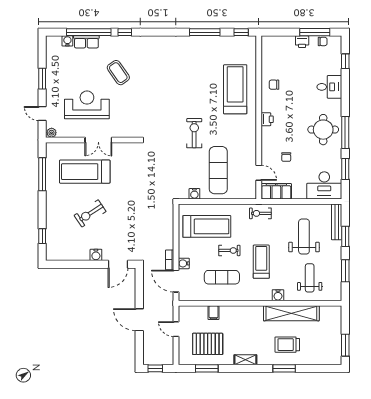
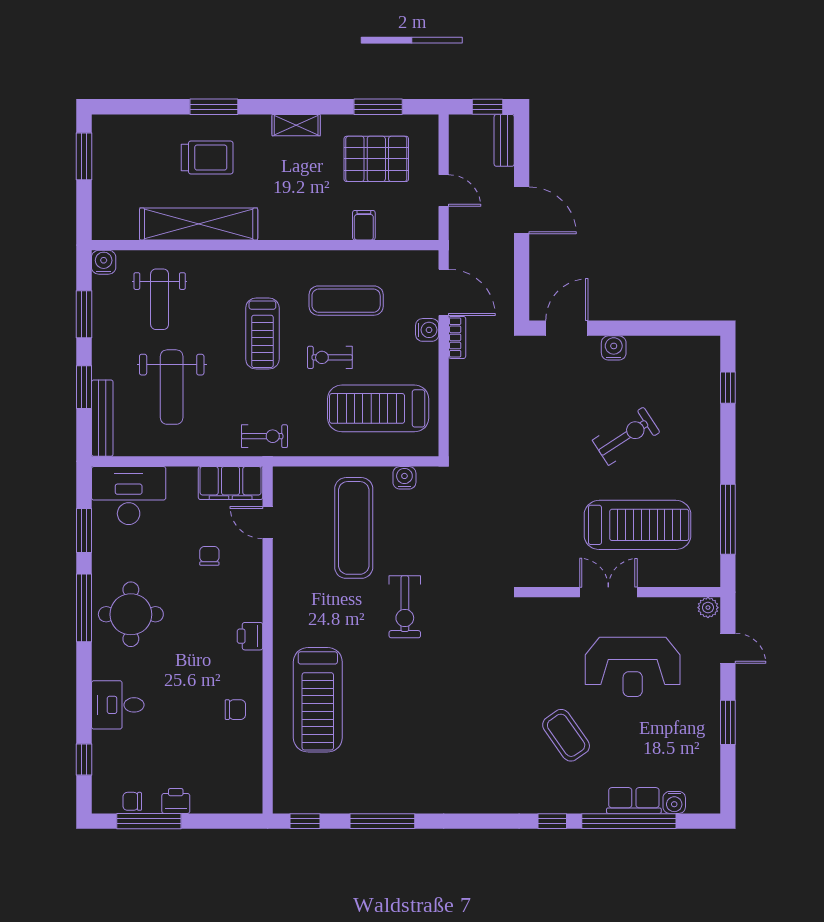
water cooler: (278, 295) -> (104, 262), moved
bench: (147, 353) -> (504, 140), added

